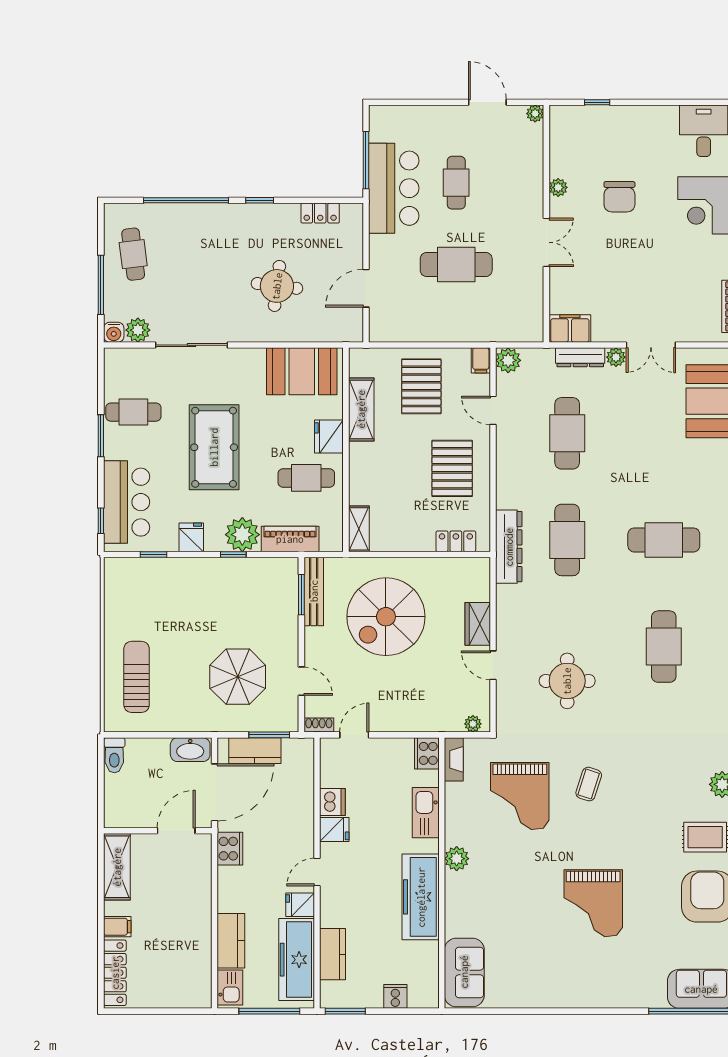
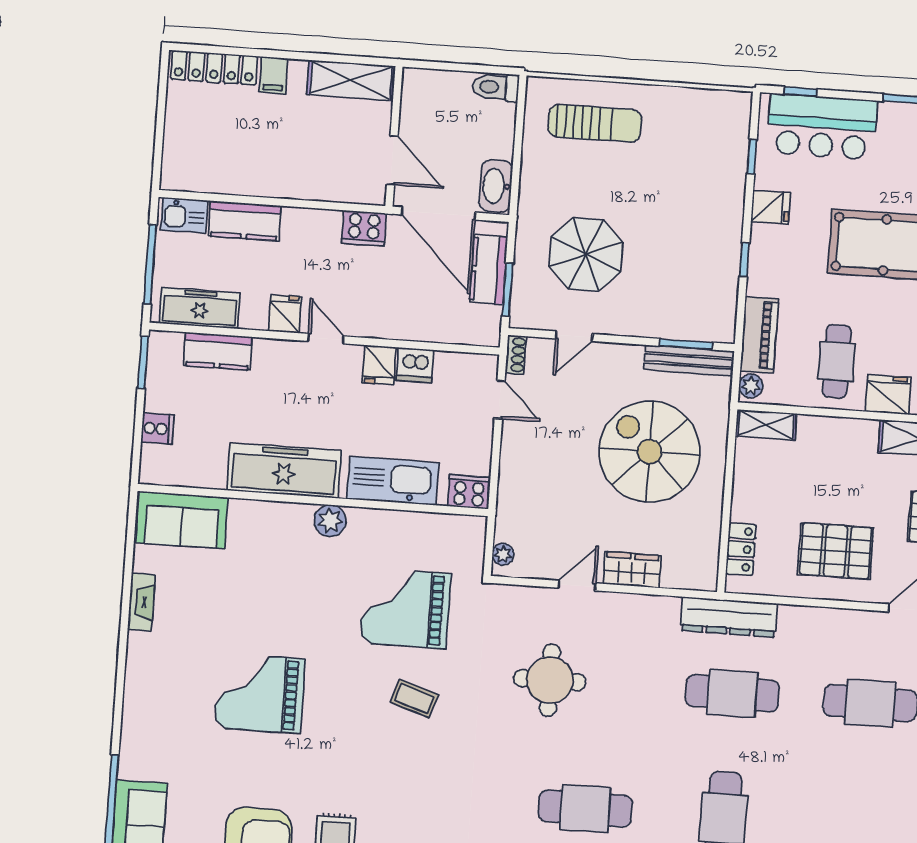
plant: (242, 535) -> (751, 386), moved, width x0.53, depth x0.53
fireplace: (454, 759) -> (141, 602), moved, turned -90
kitchen sink: (426, 813) -> (393, 481), width x1.36, depth x1.24
freezer: (297, 960) -> (200, 308), width x0.73, depth x0.79

